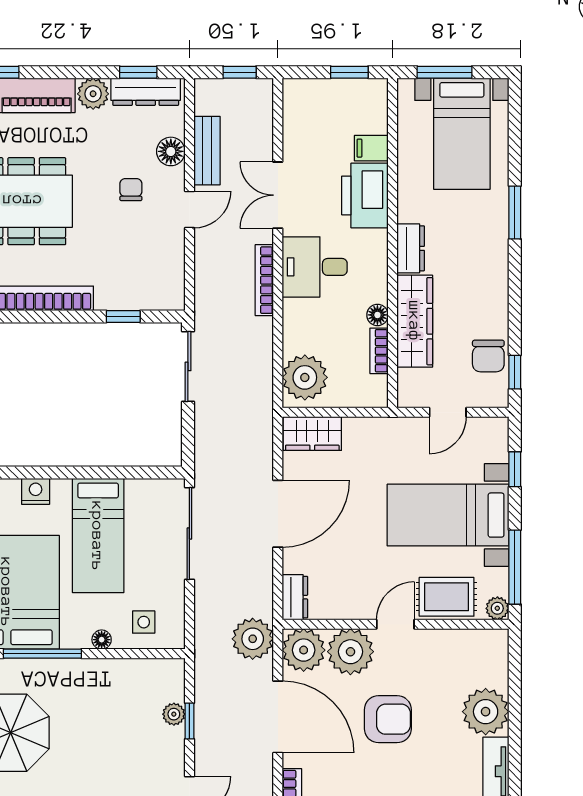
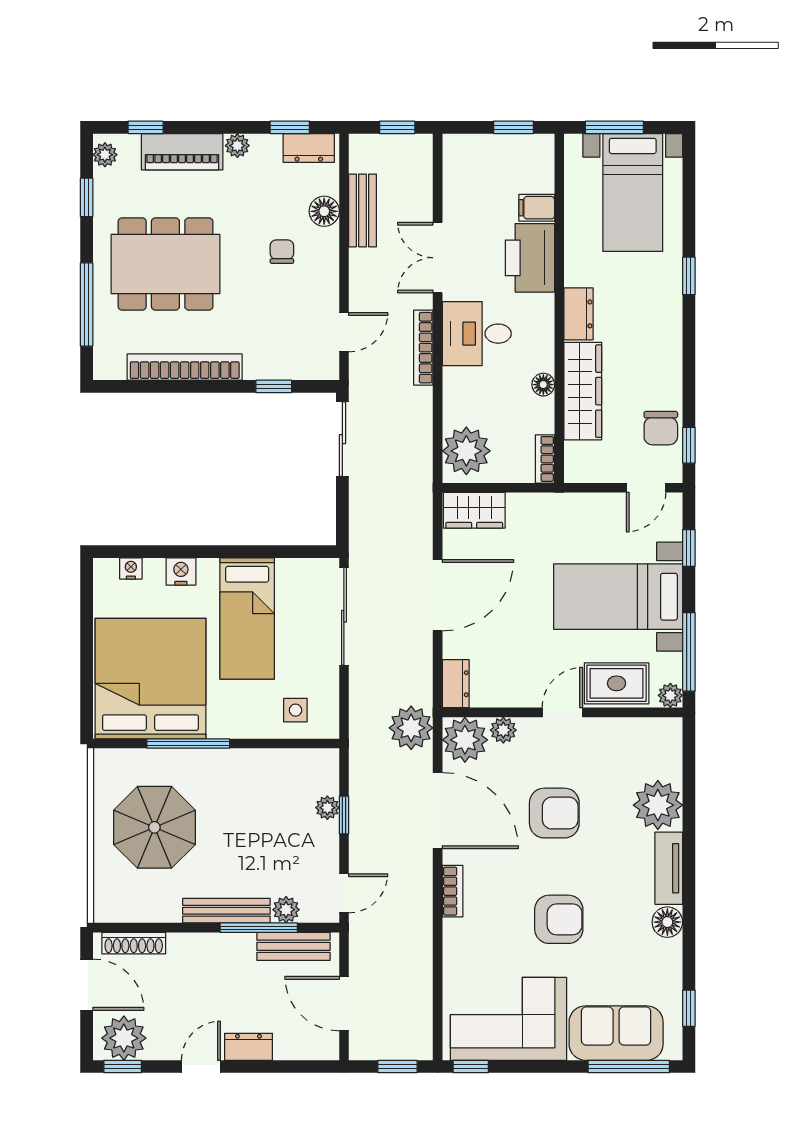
dresser: (146, 92) -> (309, 148), width x0.70
plant: (93, 94) -> (237, 146), width x0.73, depth x0.73
door: (189, 210) -> (344, 332), moved
window: (515, 212) -> (689, 276), width x0.67
bookcase: (379, 351) -> (545, 459), moved
door: (448, 412) -> (646, 488), moved
floor lamp: (102, 640) -> (251, 729), removed
plant: (350, 652) -> (503, 730), width x0.53, depth x0.53

